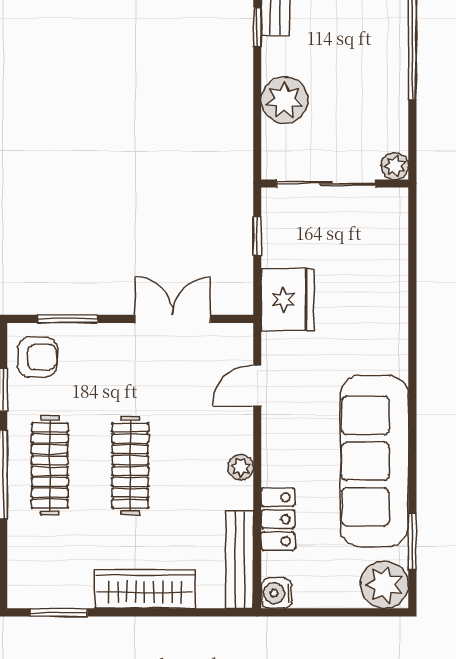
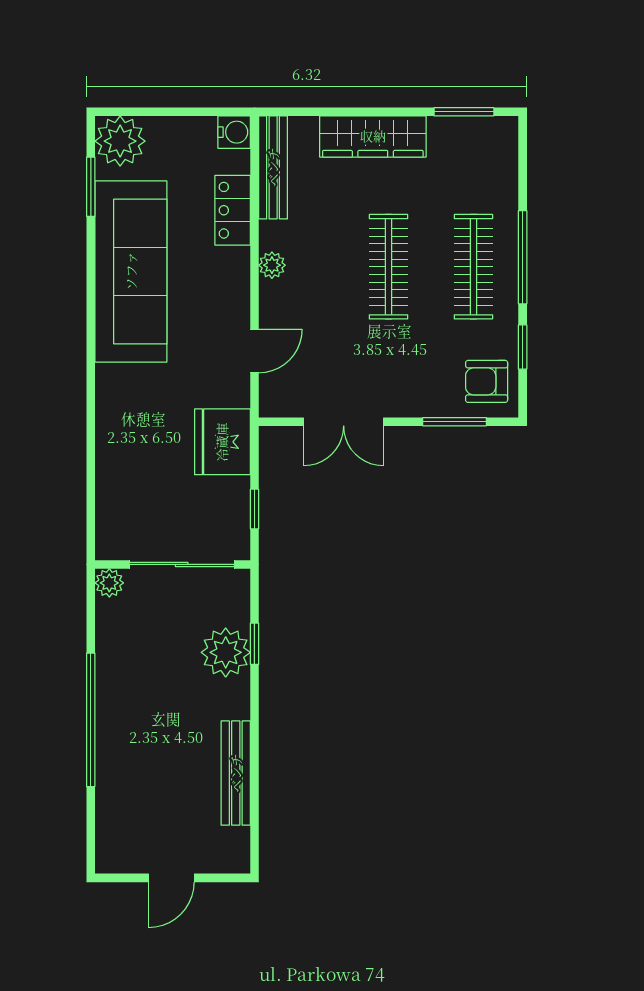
window: (257, 27) -> (254, 644), moved

